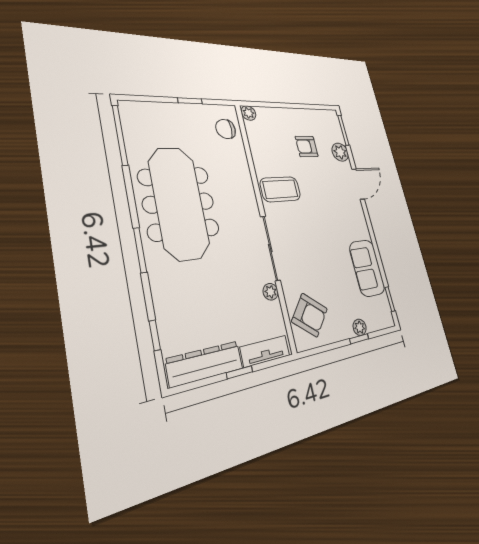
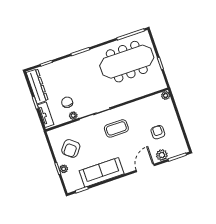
chair: (226, 129) -> (67, 102), moved
door: (358, 184) -> (145, 168), swing flipped
coffee table: (280, 189) -> (116, 128), moved, turned 90
meeting table: (179, 203) -> (127, 62), moved
sofa: (367, 268) -> (102, 172), width x1.36
armchair: (310, 315) -> (71, 148), moved

